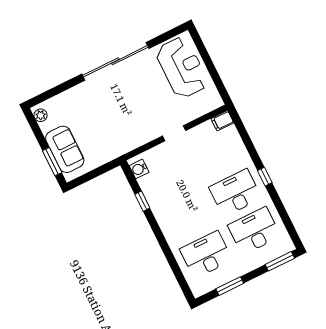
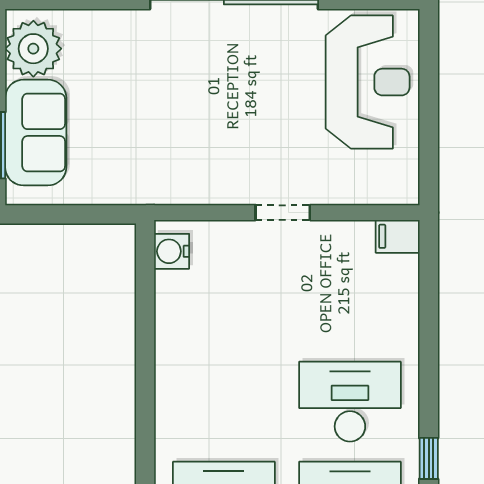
plant: (41, 115) -> (33, 49), width x1.88, depth x1.88
window: (265, 177) -> (429, 458), moved
window: (142, 201) -> (145, 323), removed

